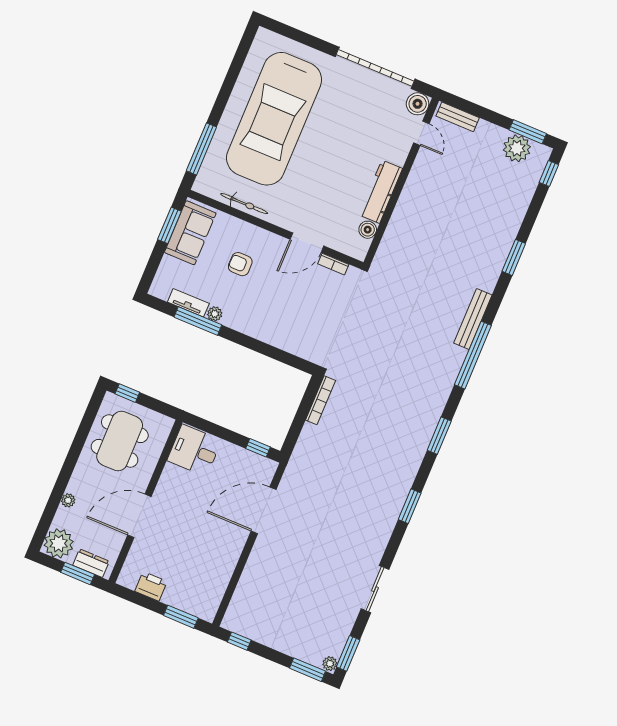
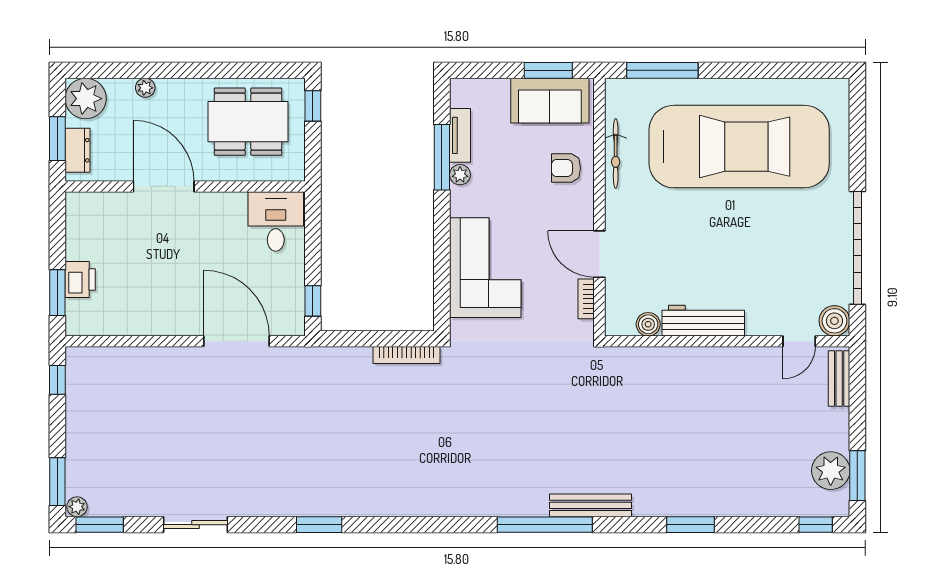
car: (274, 119) -> (739, 147), turned 180
armchair: (240, 264) -> (566, 168), moved, turned -90
corner sofa: (284, 323) -> (485, 268), added
window: (439, 436) -> (425, 525), removed
printer: (151, 586) -> (80, 279), moved

